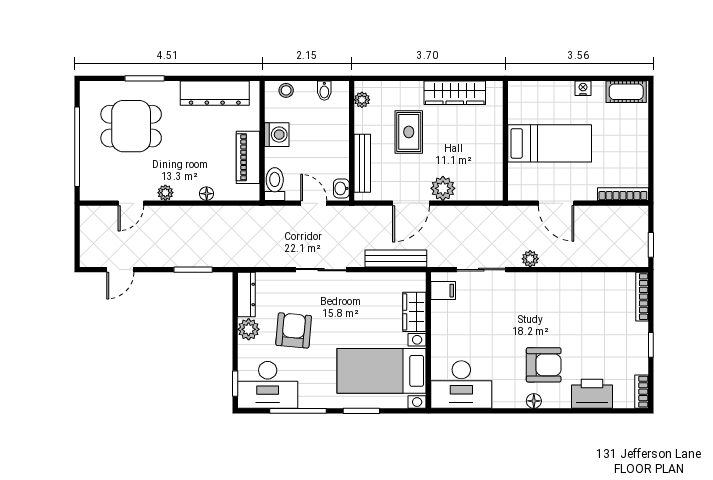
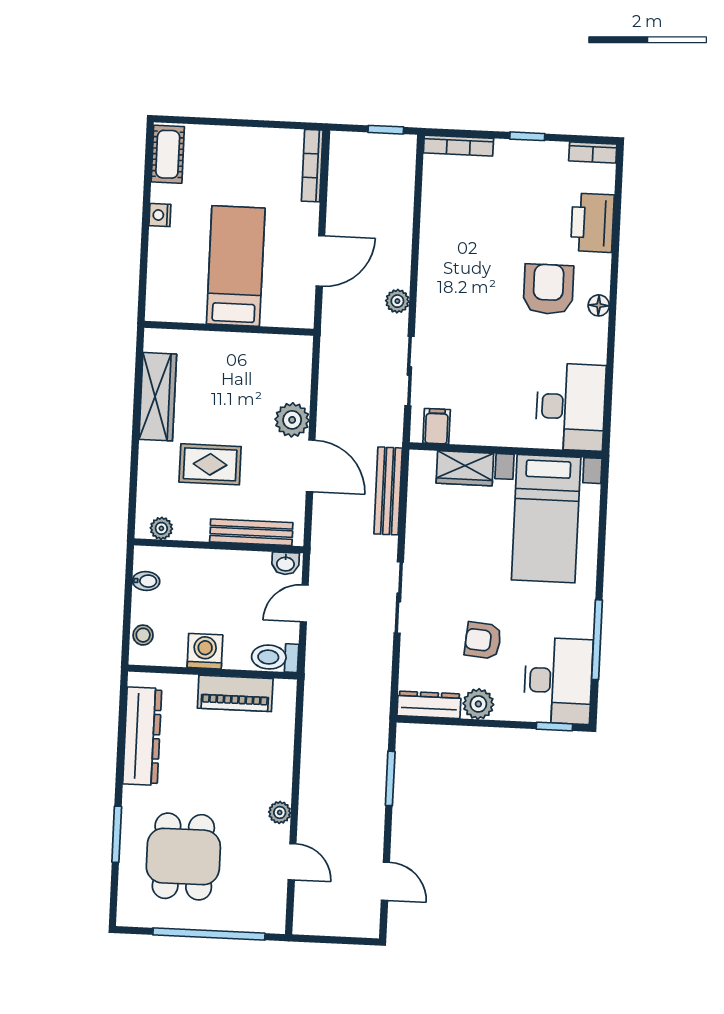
floor lamp: (207, 194) -> (284, 754), removed
armchair: (294, 330) -> (483, 640), width x0.72, depth x0.72
window: (361, 411) -> (601, 550), removed

